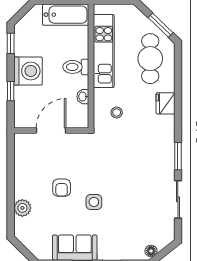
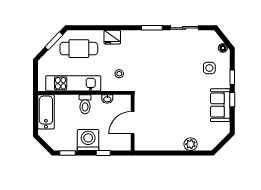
door: (51, 130) -> (133, 123), hinge flipped
armchair: (62, 188) -> (175, 115), removed
side table: (94, 202) -> (209, 68), moved

